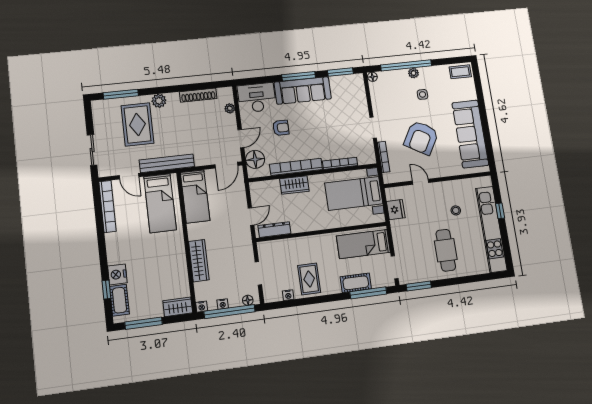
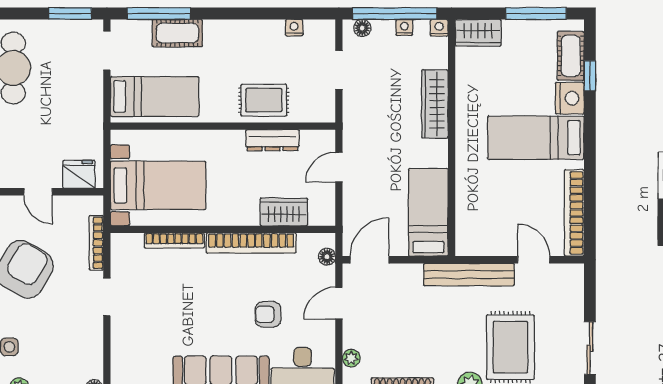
sliding door: (92, 150) -> (590, 348), moved
floor lamp: (255, 159) -> (327, 257), width x0.53, depth x0.53
wardrobe: (294, 185) -> (284, 212), moved
bed: (160, 203) -> (536, 138), moved, turned -90
fridge: (396, 210) -> (79, 174), moved, turned 90
dresser: (274, 230) -> (272, 140), moved
rug: (309, 279) -> (264, 100), moved, turned 90

